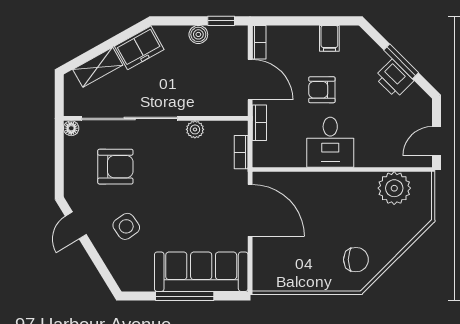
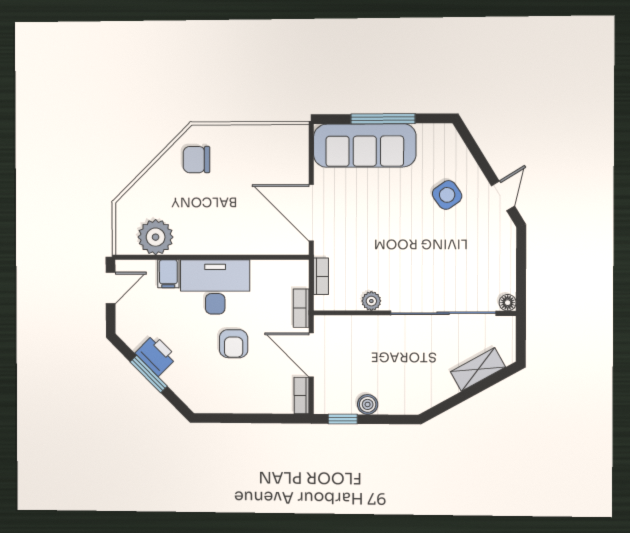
filing cabinet: (329, 38) -> (168, 274), moved, turned 180
freezer: (139, 48) -> (432, 390), removed
armchair: (322, 90) -> (234, 344), turned 90
desk: (330, 142) -> (215, 287), width x1.37
armchair: (115, 167) -> (459, 260), removed

